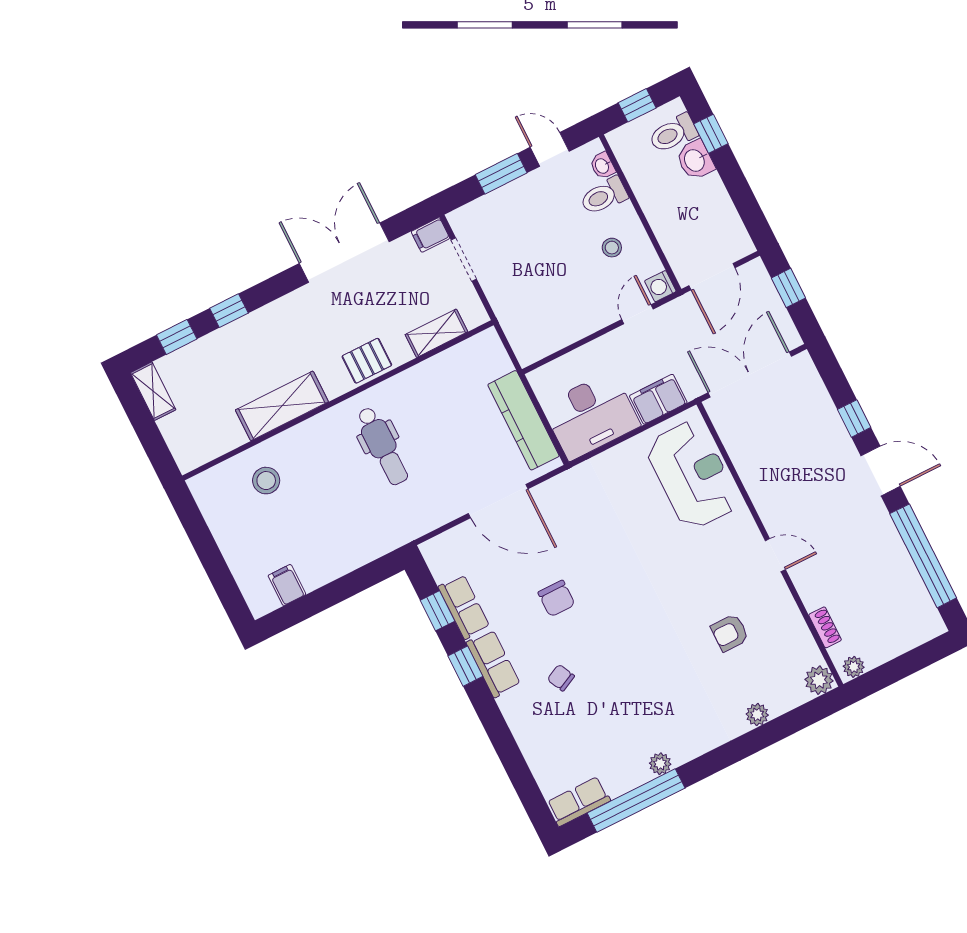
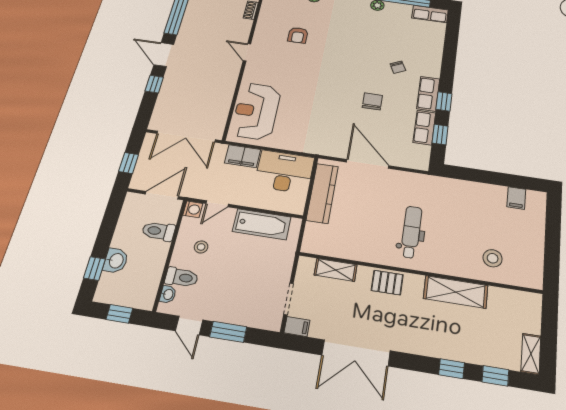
toilet: (673, 133) -> (158, 231), moved, turned 180
bathtub: (564, 327) -> (262, 224), added
armchair: (730, 633) -> (298, 35), turned 90

